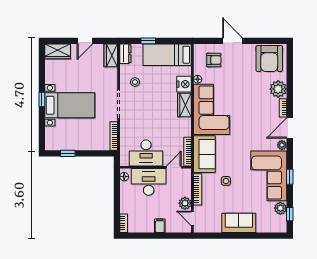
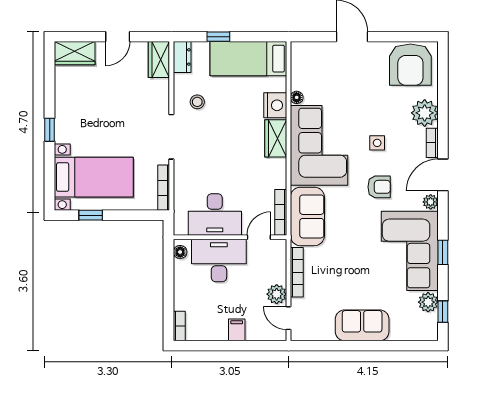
armchair: (214, 60) -> (379, 187), moved
bed with nightstands: (70, 105) -> (94, 177), moved
side table: (226, 181) -> (377, 143), moved

